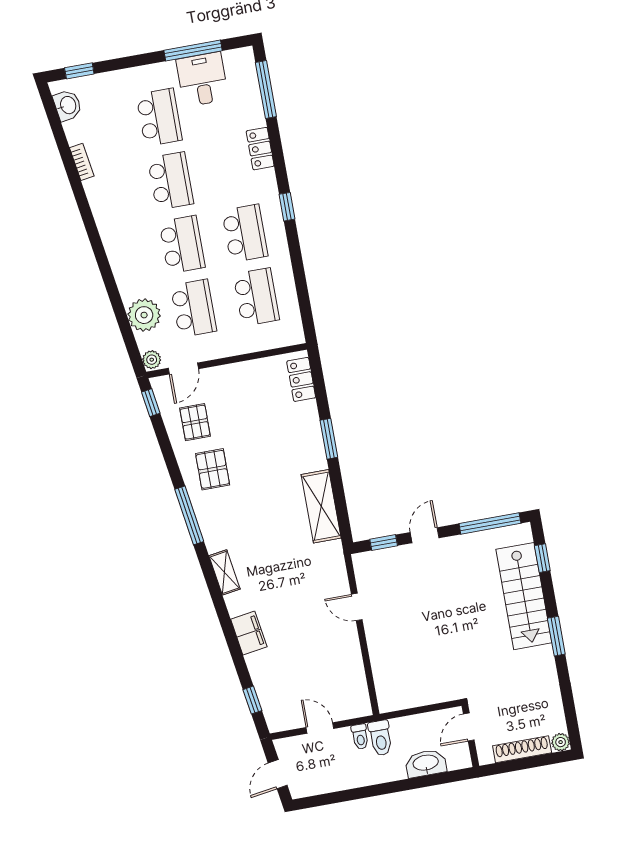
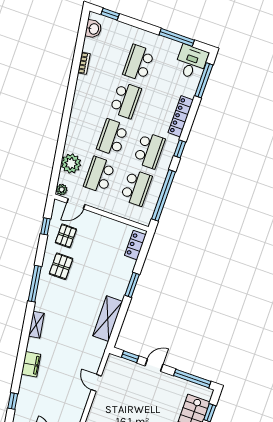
desk: (202, 79) -> (191, 62), moved
school desk: (159, 117) -> (139, 63), turned 180
locker: (260, 149) -> (181, 116), width x1.53
school desk: (182, 245) -> (112, 137), turned 180
window: (301, 286) -> (163, 195), added
school desk: (193, 308) -> (99, 175), turned 180
window: (151, 403) -> (46, 226), moved

